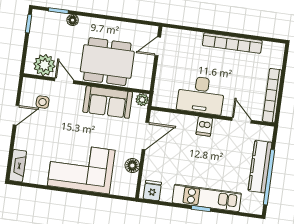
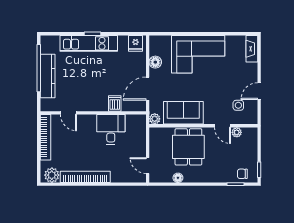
floor lamp: (73, 20) -> (178, 178), moved
chair: (49, 22) -> (242, 174), added
door: (158, 46) -> (148, 166), swing flipped
plant: (271, 50) -> (52, 175), added
dining table: (107, 62) -> (188, 147), width x0.73
plant: (44, 65) -> (237, 132), width x0.53, depth x0.53
desk: (201, 95) -> (111, 129), width x0.73
dishwasher: (204, 126) -> (115, 103), moved

